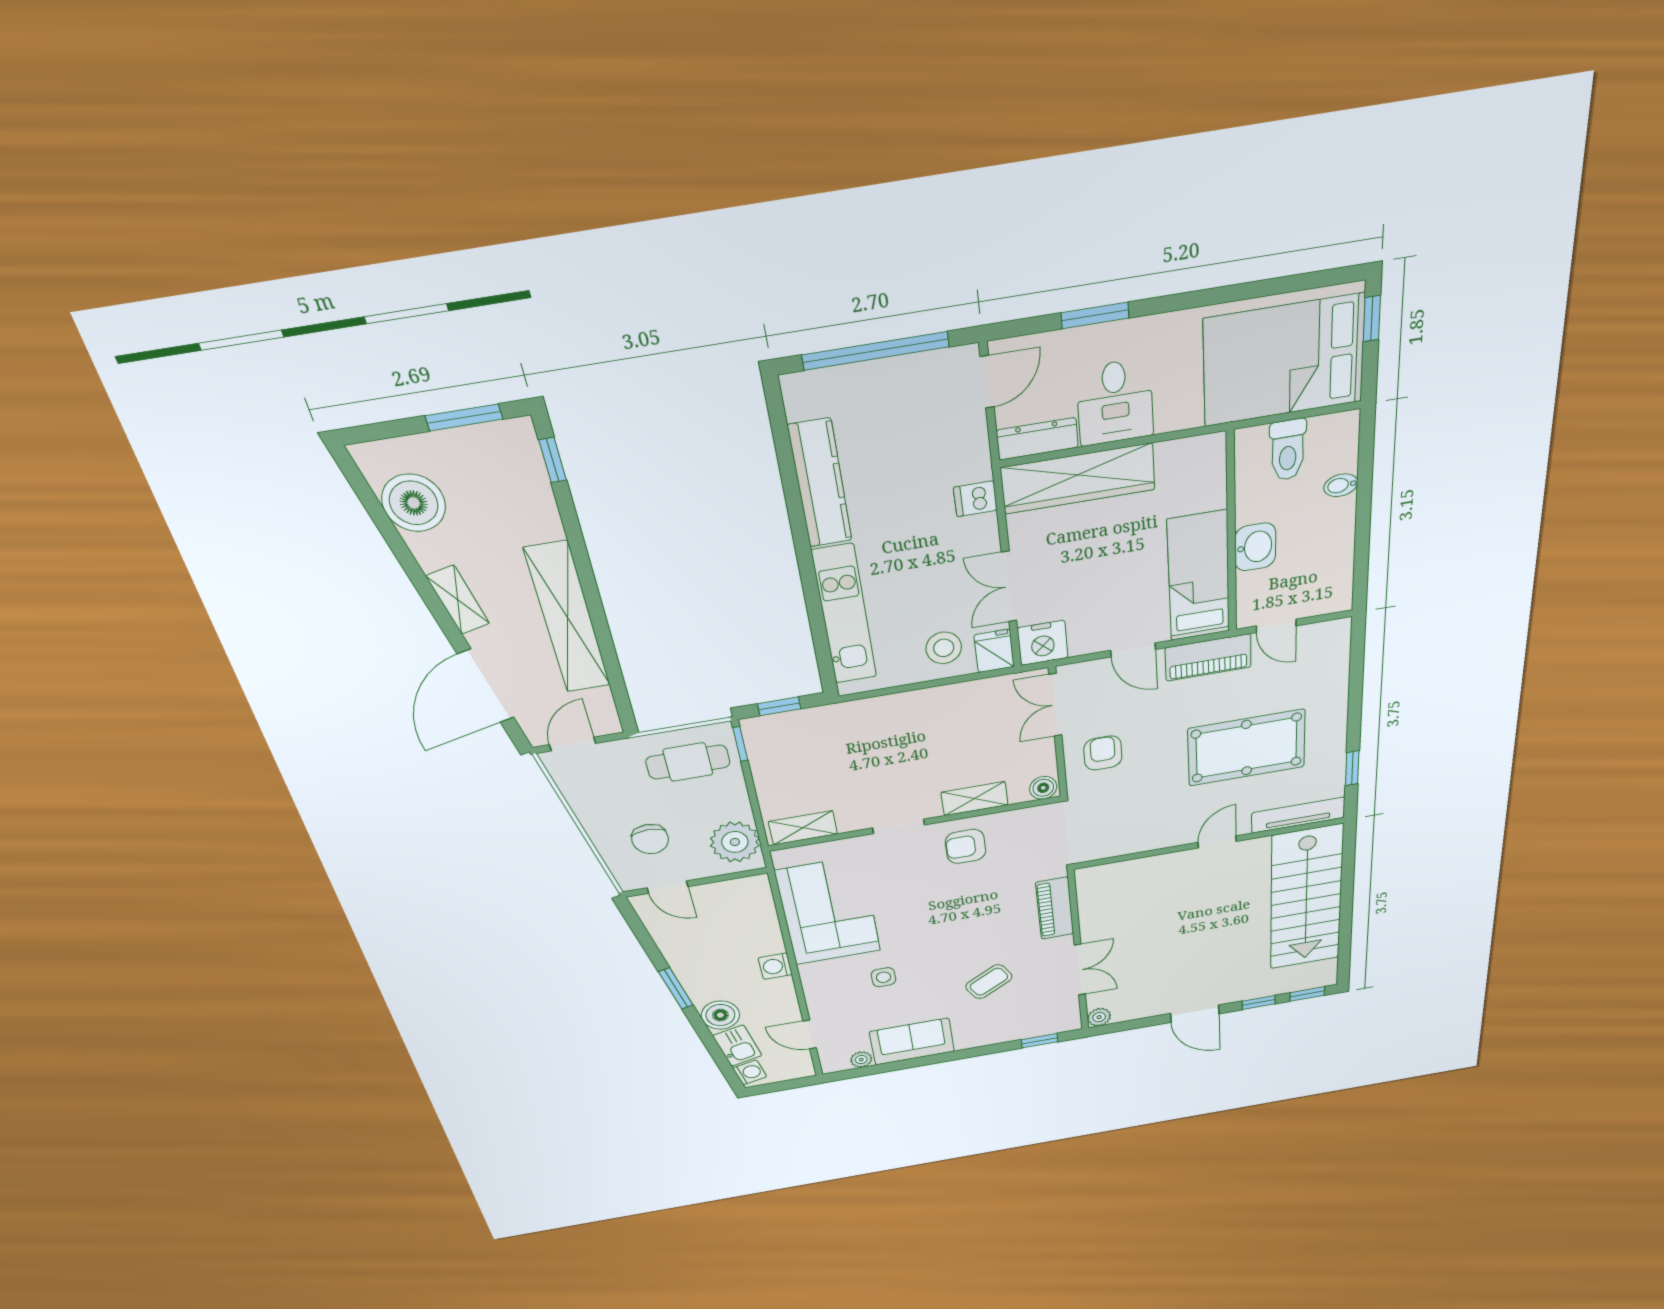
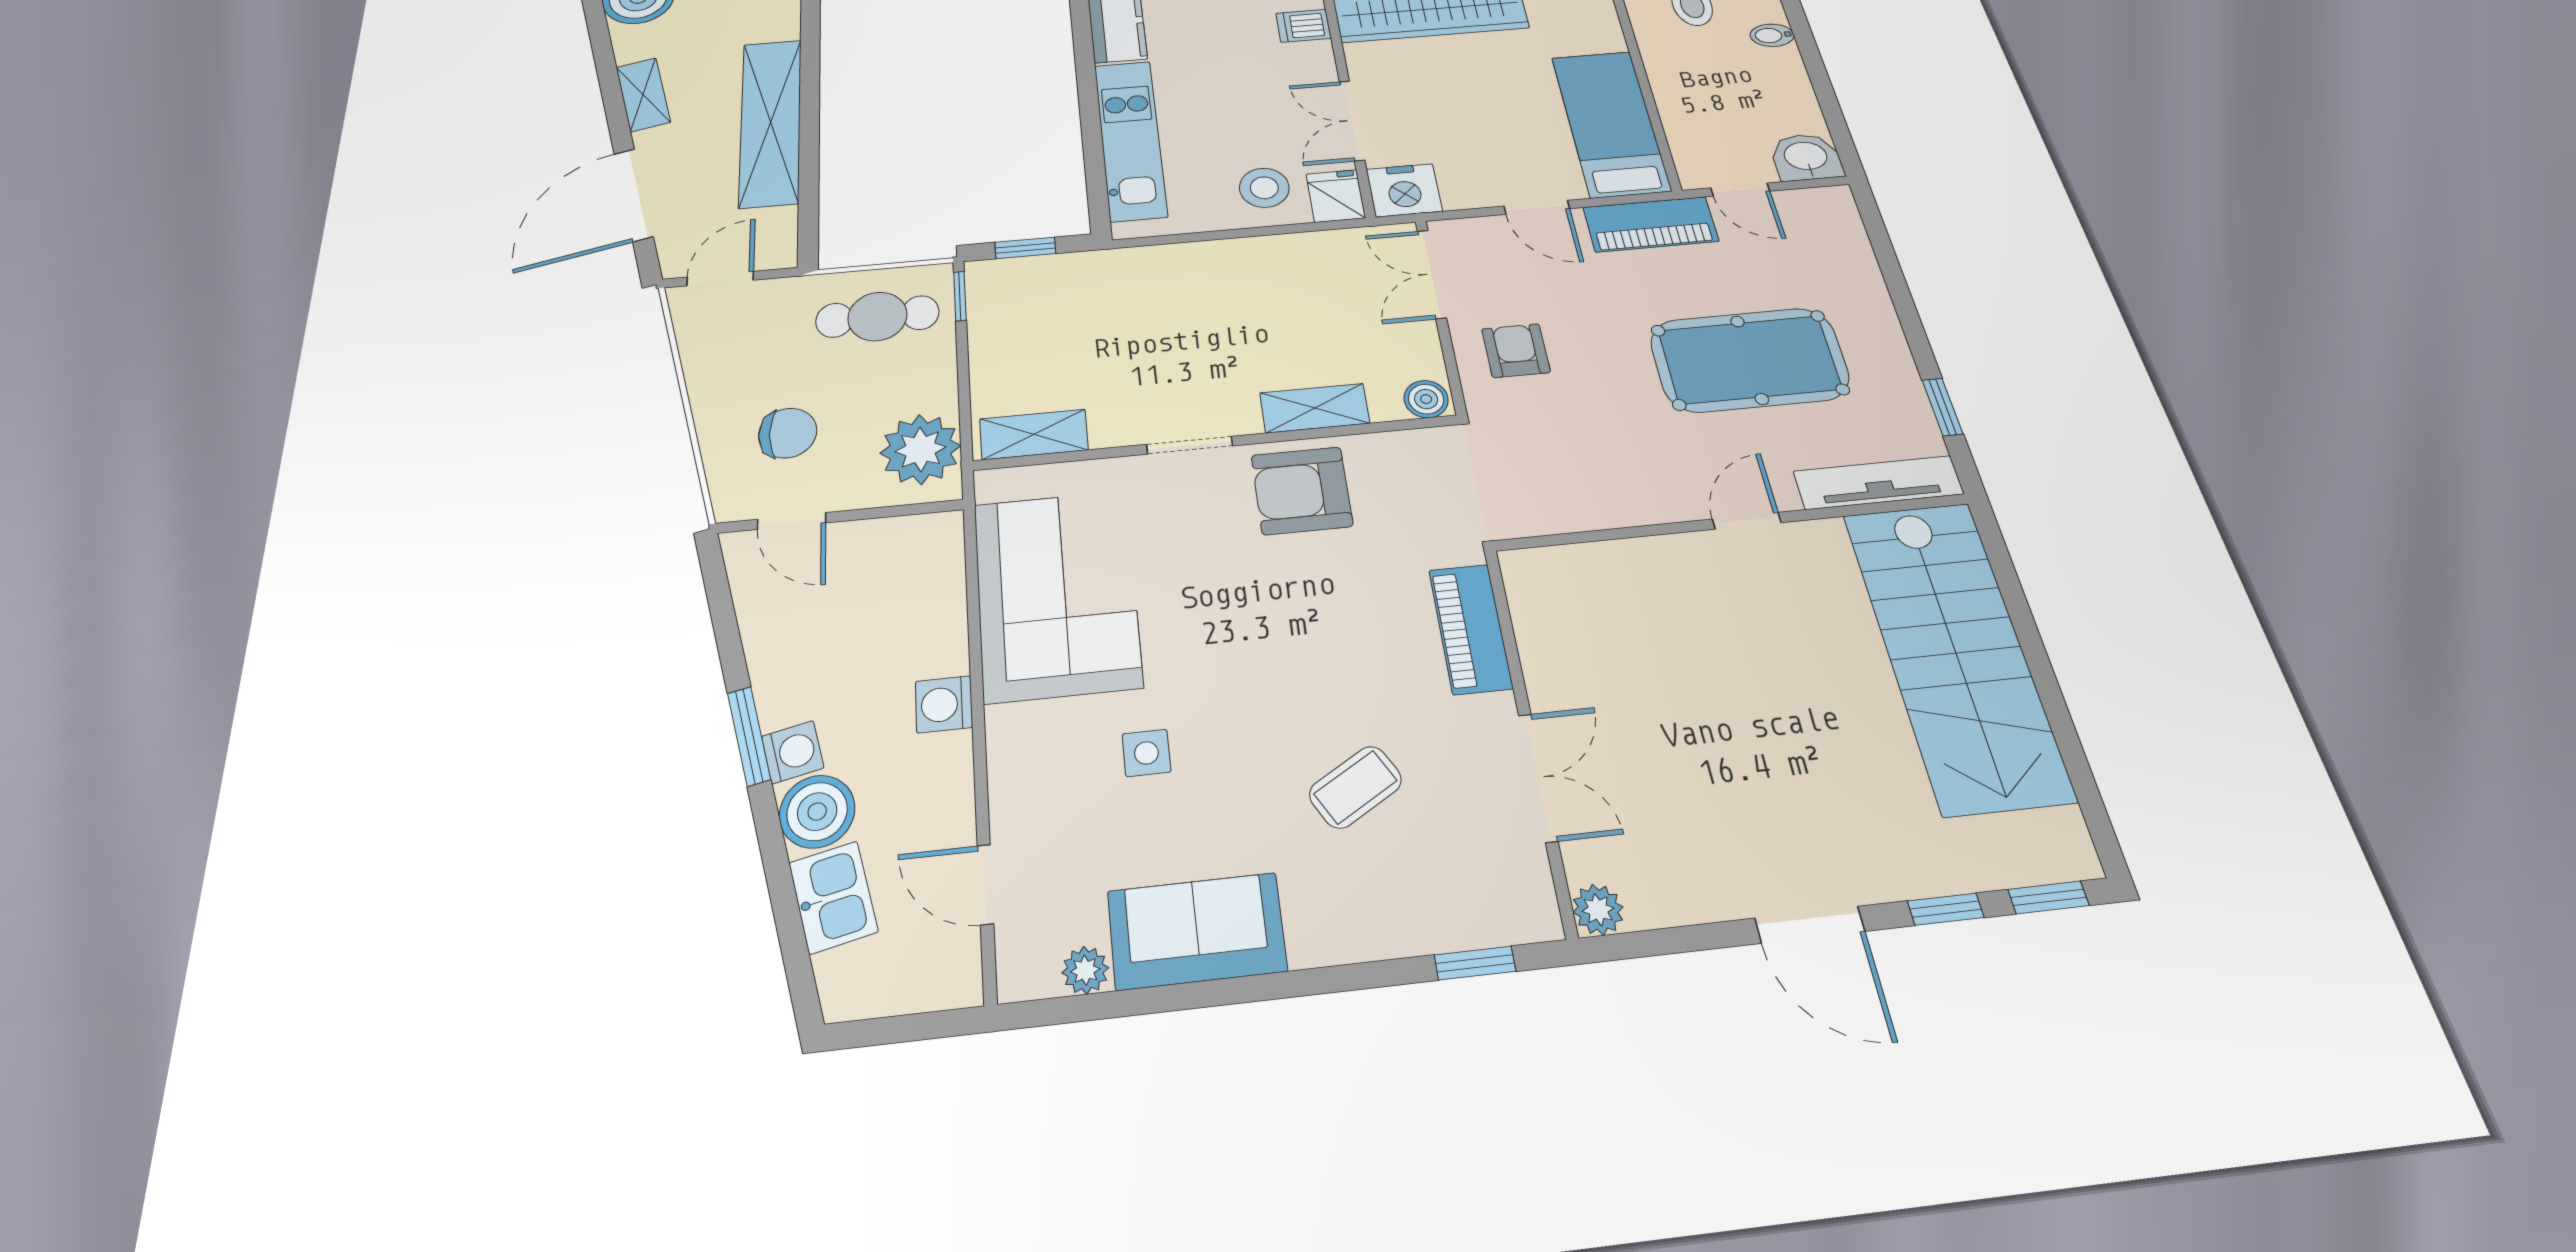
washbasin: (1255, 547) -> (1806, 157), moved, turned -90
chair: (650, 839) -> (788, 433), turned -90
armchair: (966, 846) -> (1302, 491), width x1.38, depth x1.38
washing machine: (750, 1072) -> (793, 752), moved

